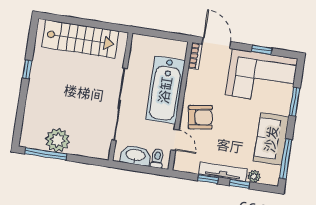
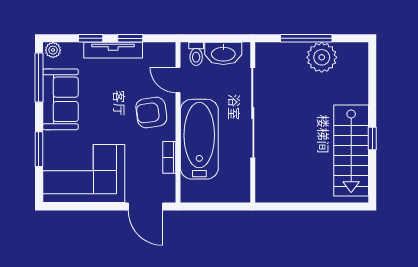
stairs: (80, 39) -> (351, 151), moved, turned -90
window: (262, 50) -> (89, 207), removed
bookcase: (195, 56) -> (169, 157), moved
window: (46, 154) -> (306, 38), moved
plant: (254, 177) -> (53, 50), moved

